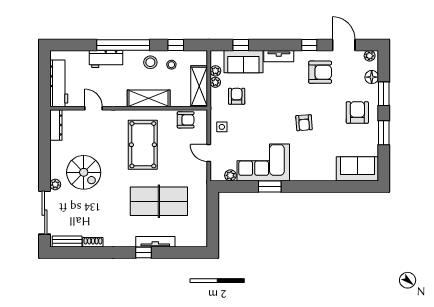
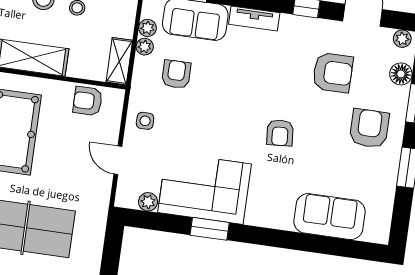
armchair: (320, 72) -> (333, 73), moved
shelving: (199, 86) -> (119, 61), width x0.67, depth x0.75
armchair: (186, 120) -> (88, 101), turned 180
sofa: (357, 169) -> (330, 217), moved

